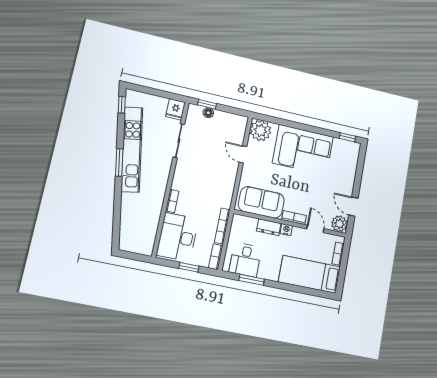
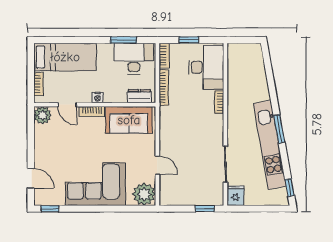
floor lamp: (208, 113) -> (202, 200), removed
door: (353, 207) -> (31, 178), moved
dresser: (269, 227) -> (139, 96), moved
desk: (245, 260) -> (134, 59), width x1.37

